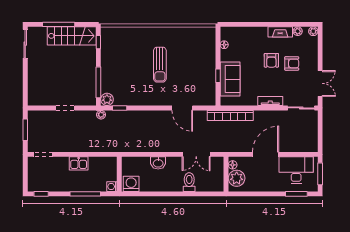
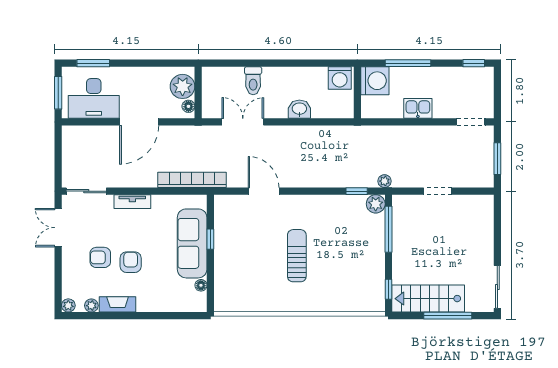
sofa: (230, 79) -> (192, 243), width x1.36
washing machine: (112, 187) -> (375, 81), width x1.89, depth x1.89

